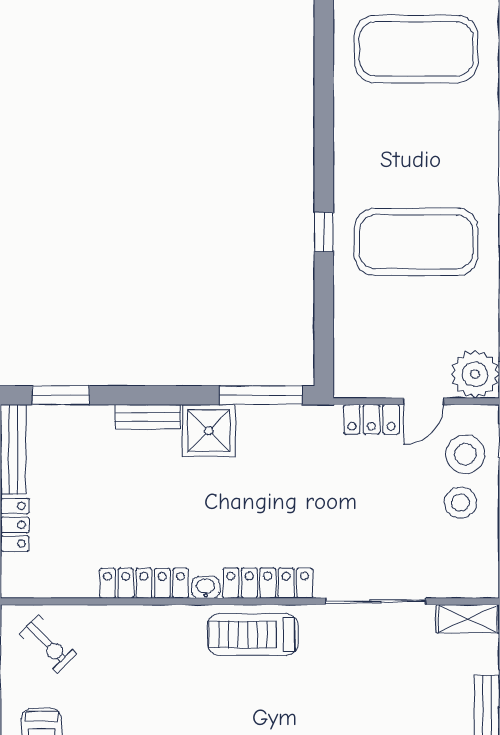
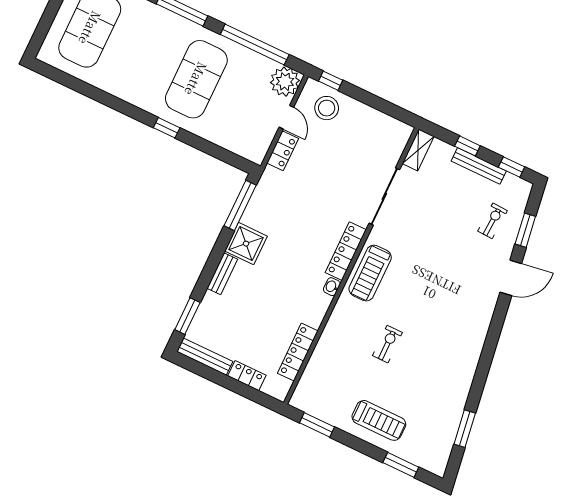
stool: (461, 503) -> (352, 123), removed
locker: (144, 583) -> (298, 352), moved
exercise bike: (48, 644) -> (387, 344), moved, turned -46

